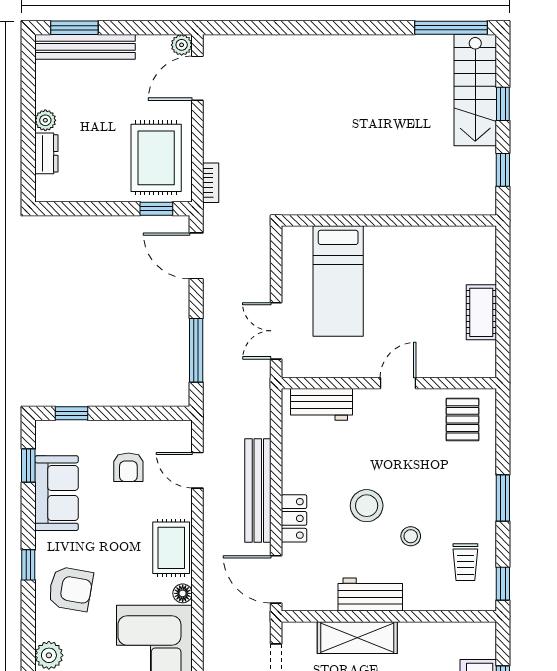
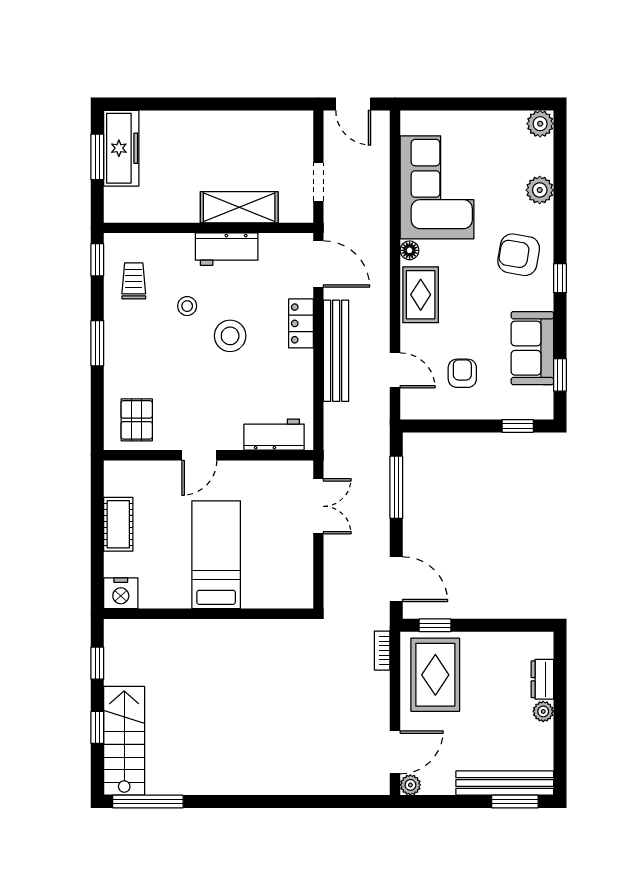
nightstand: (479, 241) -> (121, 593), added
bed: (338, 281) -> (216, 555), moved

